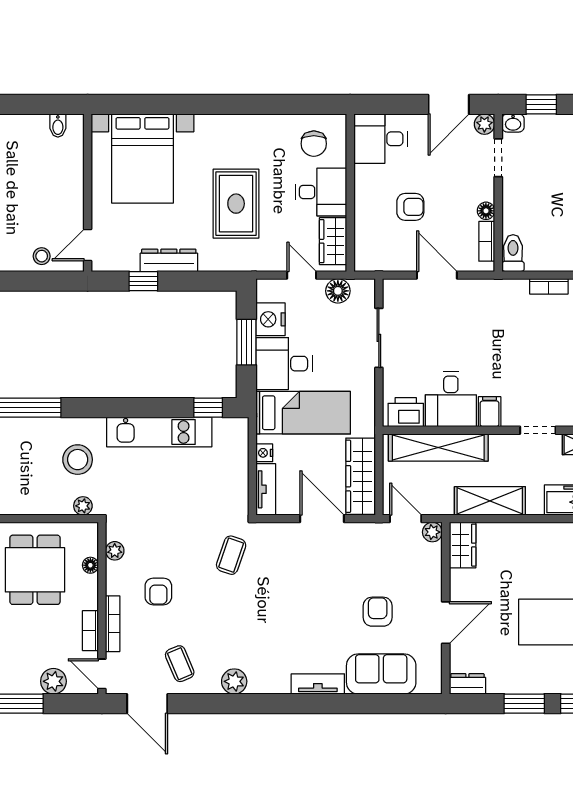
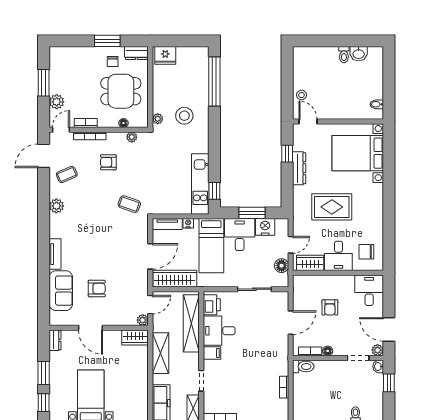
kitchen unit: (159, 432) -> (200, 184), moved

